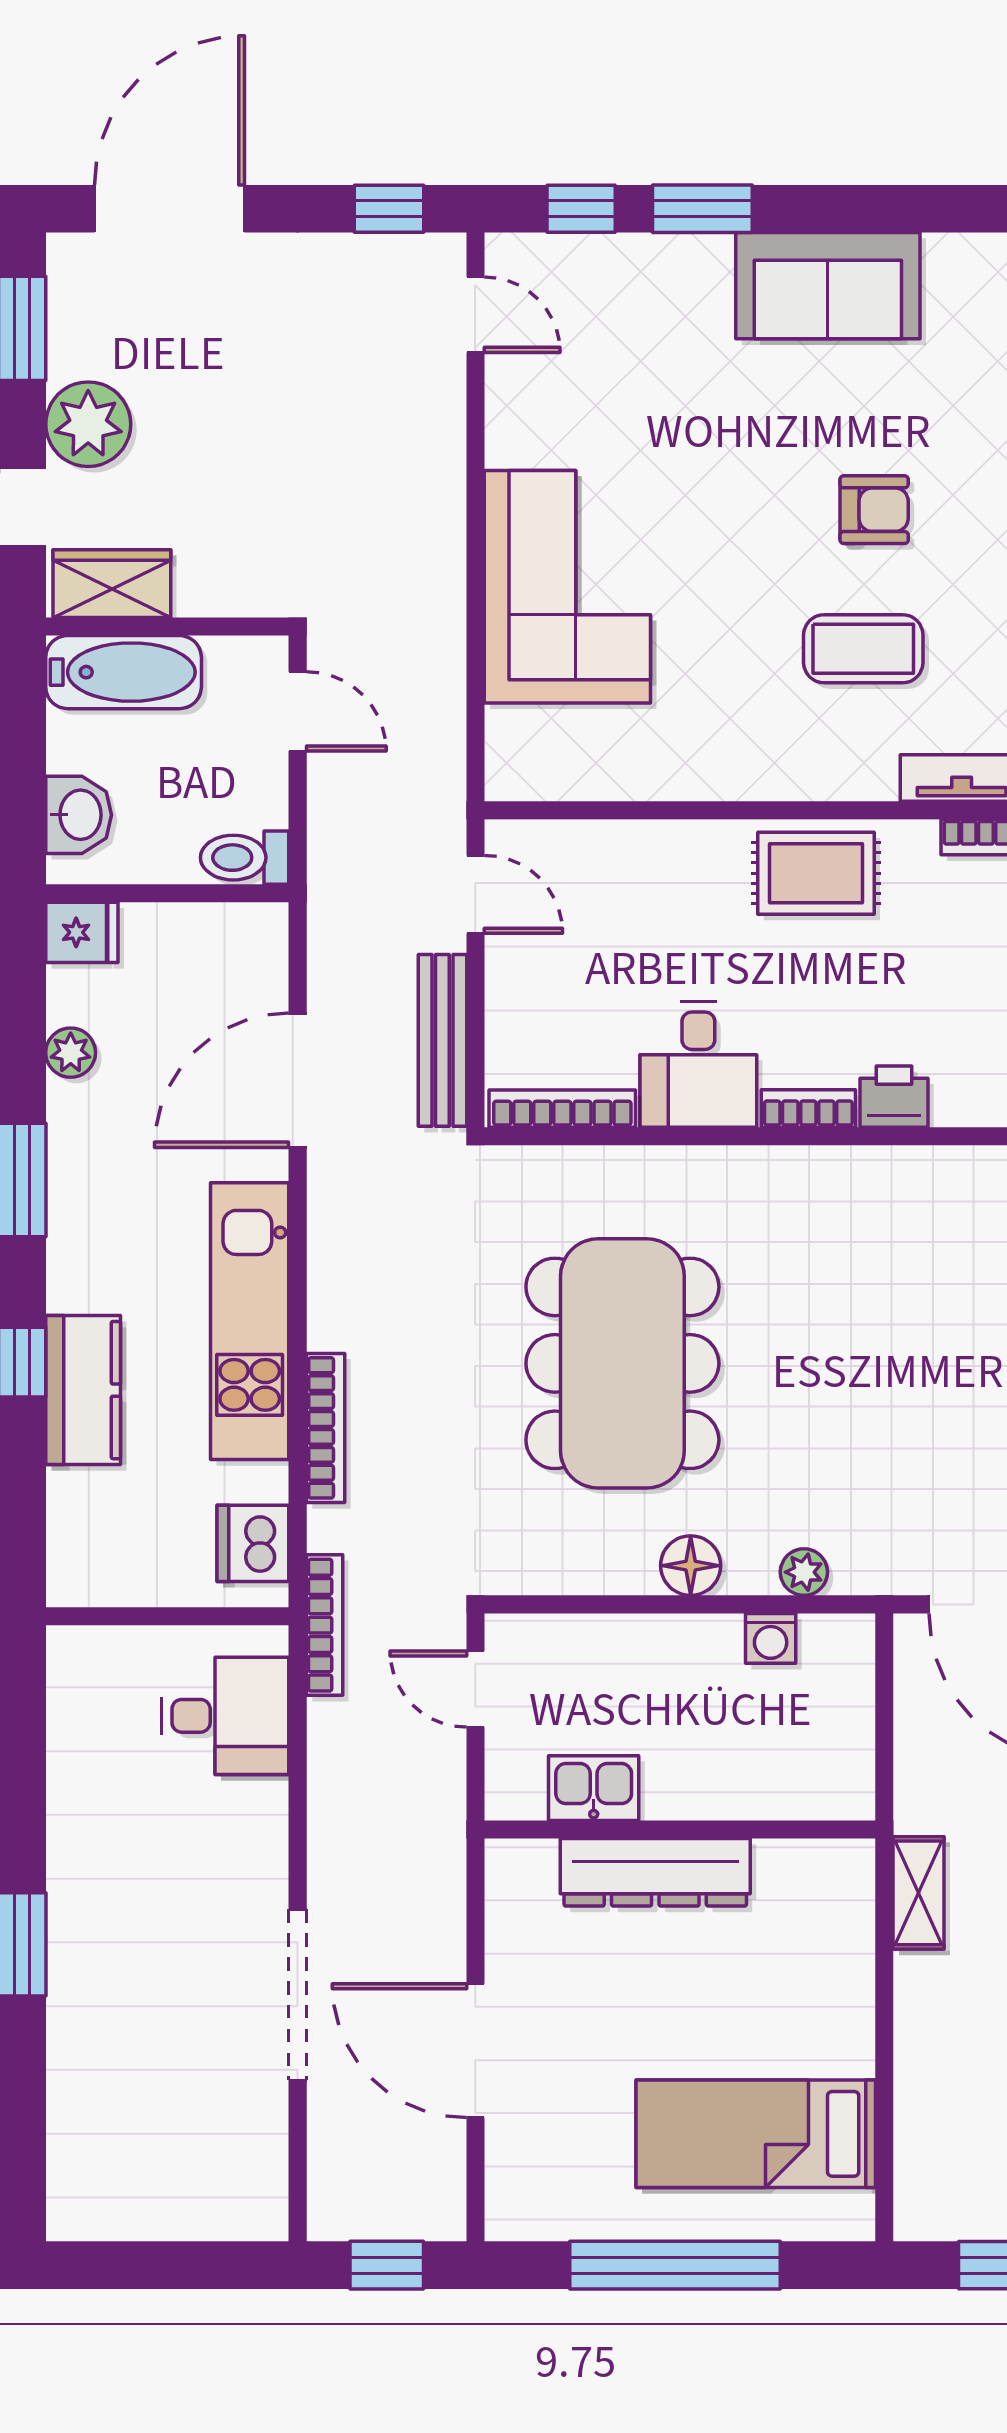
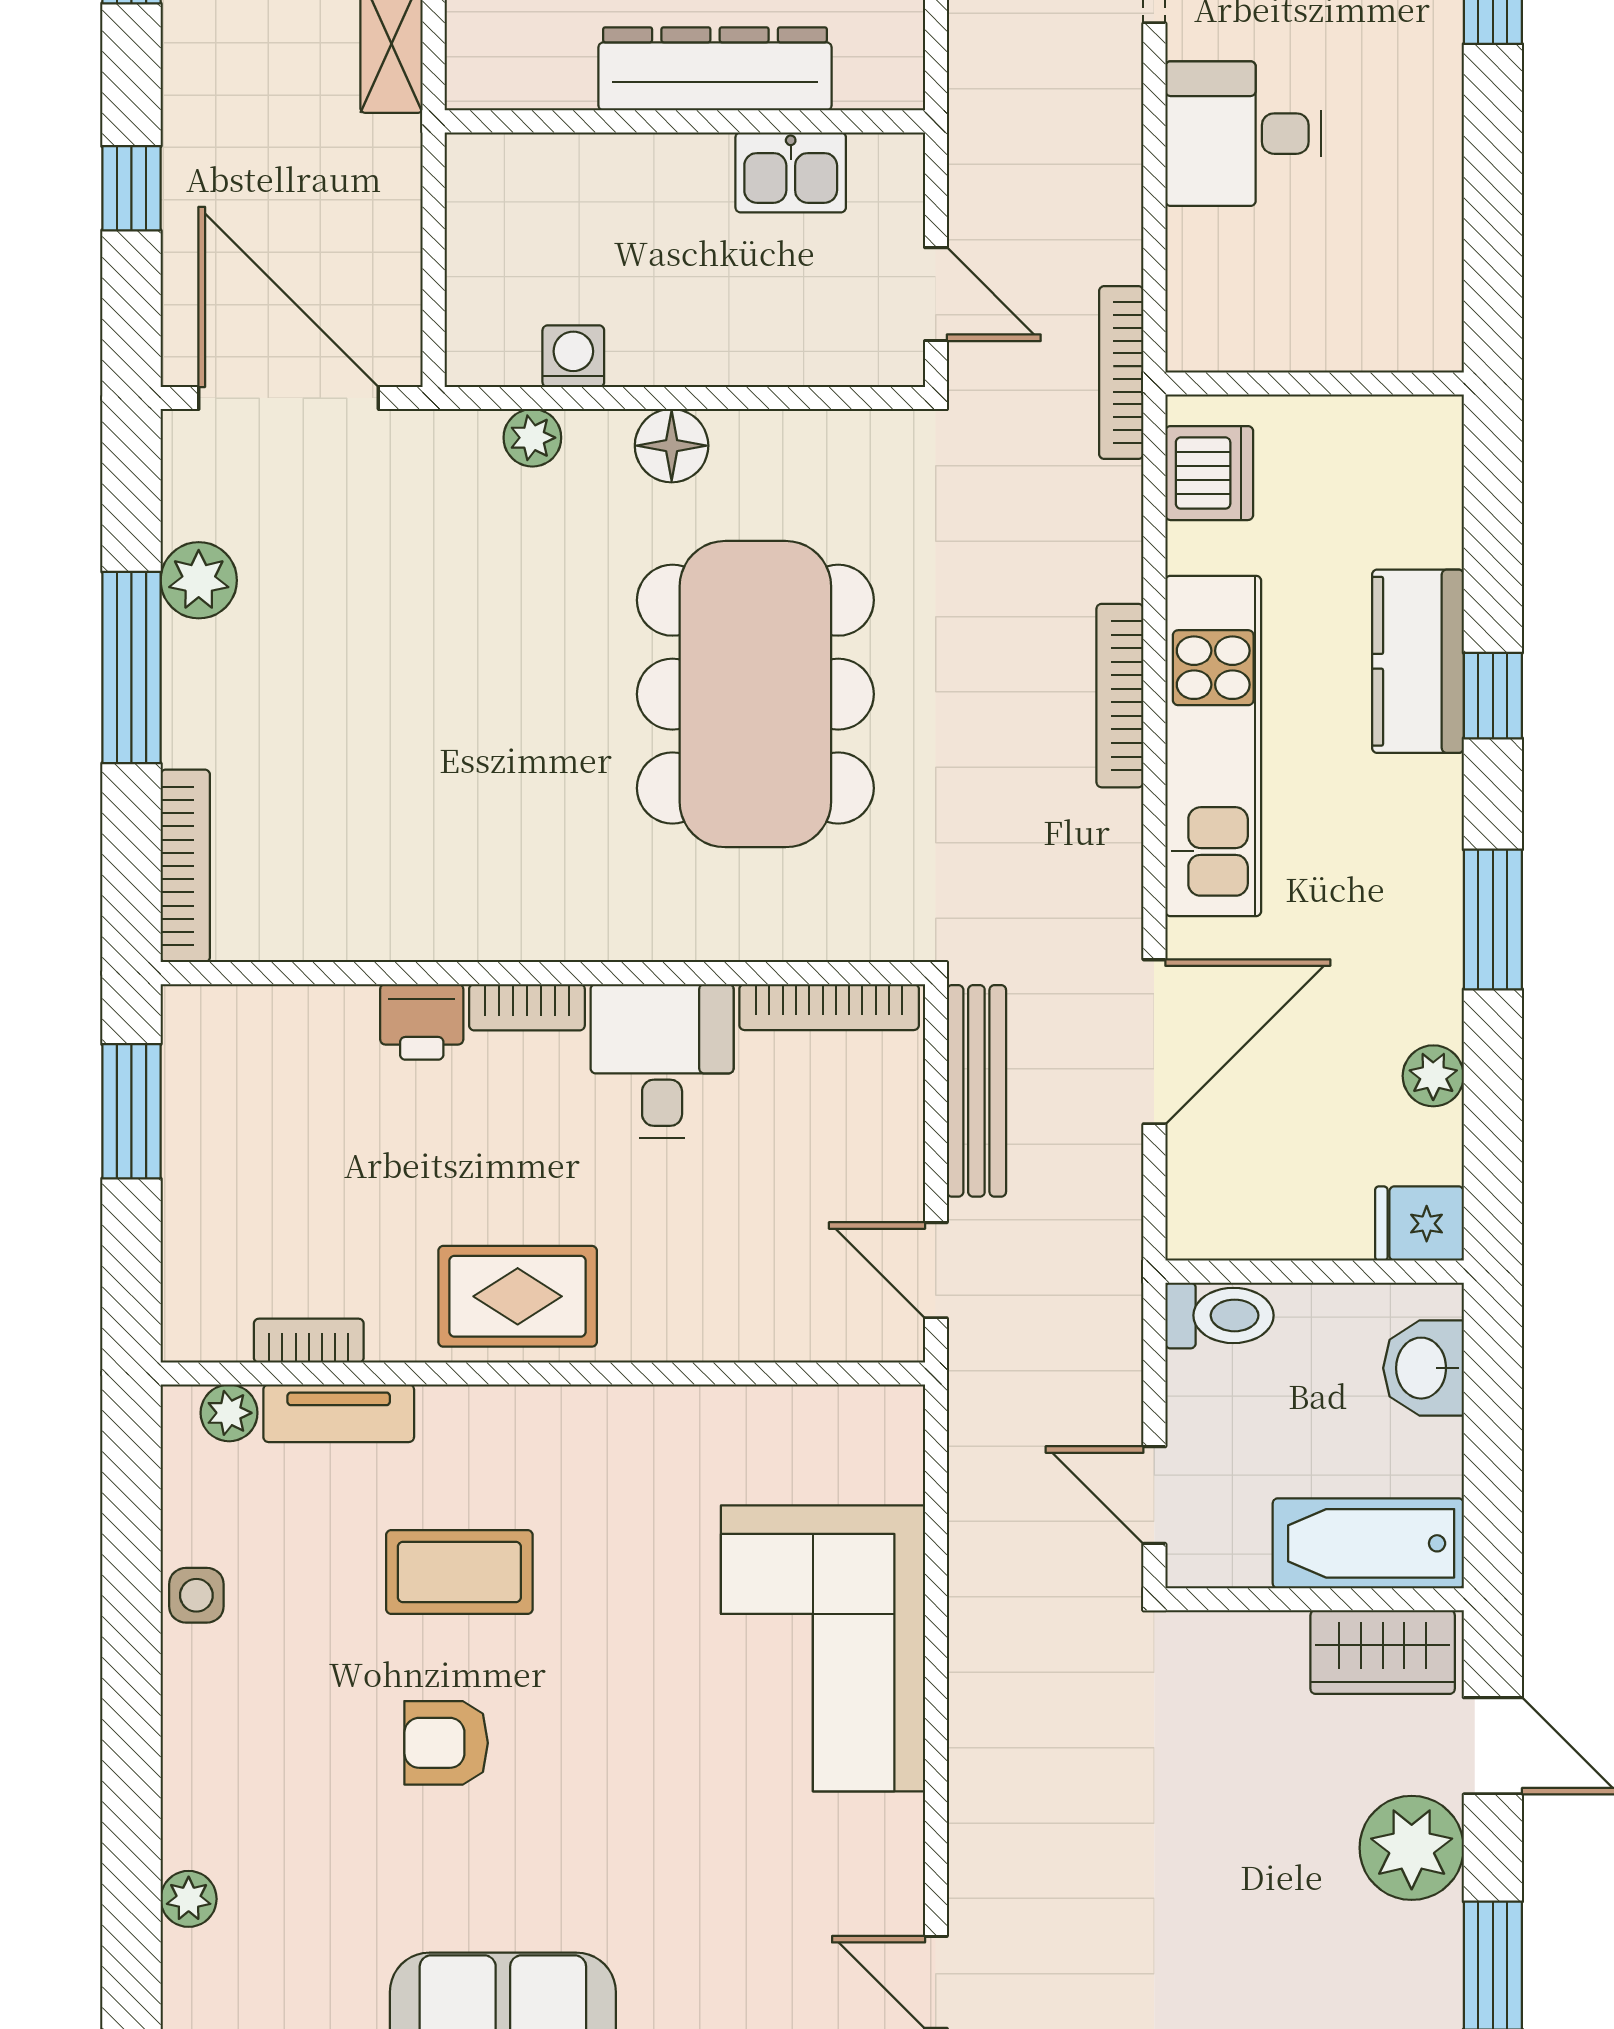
bookcase: (326, 1428) -> (1120, 696), moved
desk: (225, 1716) -> (1243, 134), moved

